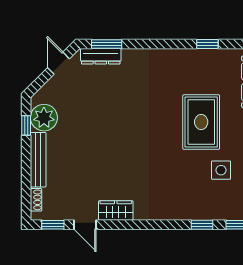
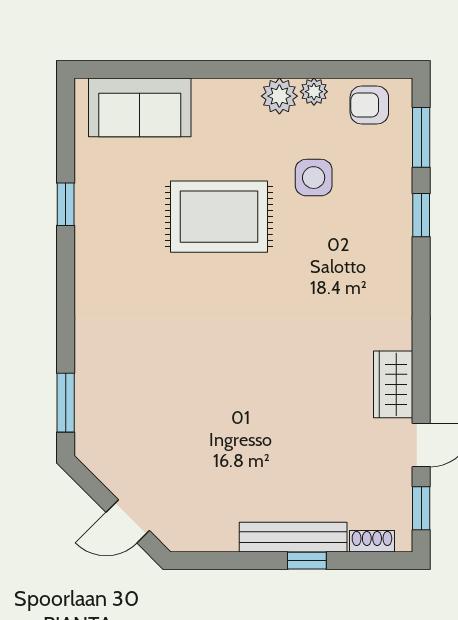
dresser: (101, 56) -> (90, 414), removed
door: (58, 63) -> (128, 521), moved
plant: (44, 118) -> (210, 526), removed
window: (26, 125) -> (307, 561), moved

